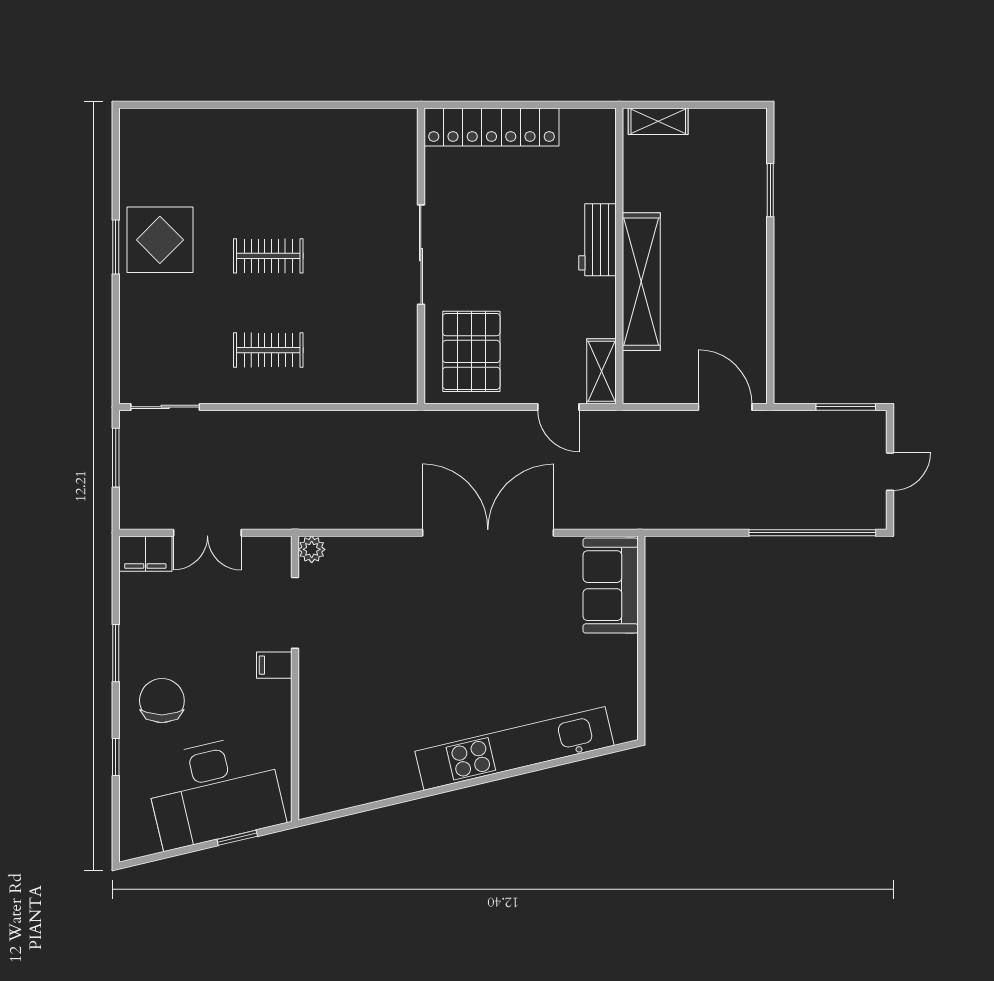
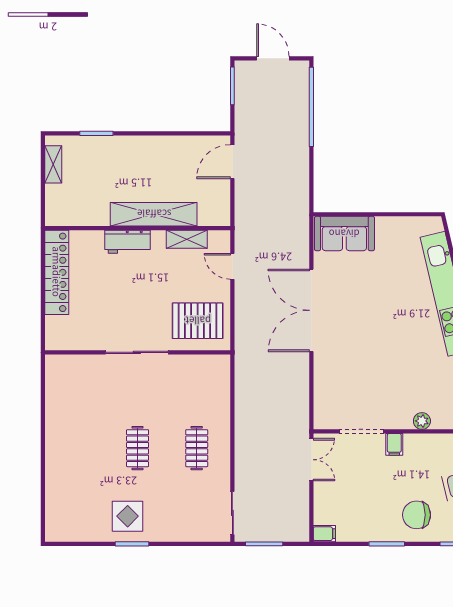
shelving: (658, 121) -> (53, 164), moved
locker: (491, 127) -> (57, 272), moved
display table: (160, 240) -> (128, 516), width x0.73, depth x0.73
shelving: (601, 371) -> (187, 239), moved
door: (558, 407) -> (232, 266), swing flipped
door: (890, 472) -> (273, 58), width x1.38
double door: (207, 533) -> (311, 460), moved
plant: (312, 549) -> (422, 421), moved
filing cabinet: (145, 554) -> (324, 534), width x0.50

